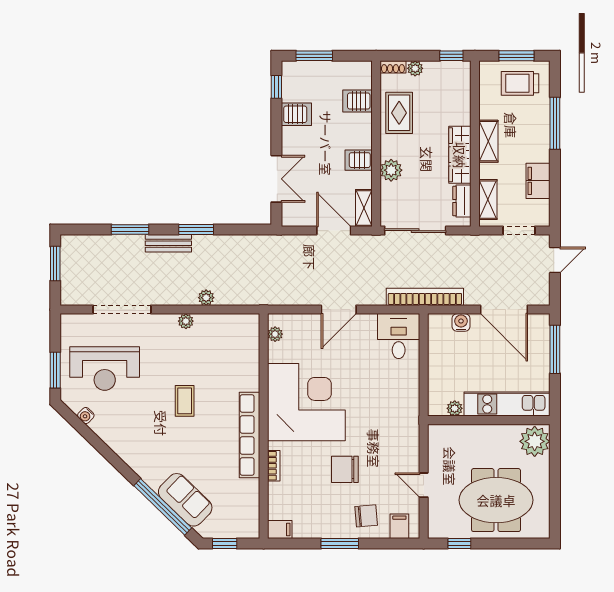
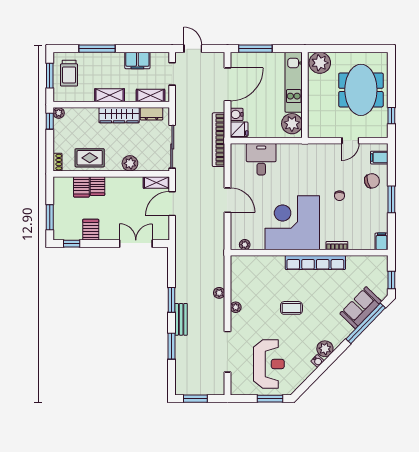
plant: (415, 68) -> (59, 113), moved
server rack: (359, 160) -> (97, 186), moved
fridge: (440, 326) -> (239, 129), added
desk: (399, 336) -> (261, 159), moved, turned 90
plant: (455, 408) -> (292, 124), width x1.87, depth x1.87
water cooler: (86, 416) -> (317, 361), moved
plant: (126, 449) -> (325, 349), added
chair: (345, 469) -> (339, 196), width x0.54, depth x0.54
chair: (366, 516) -> (372, 181), turned 79

